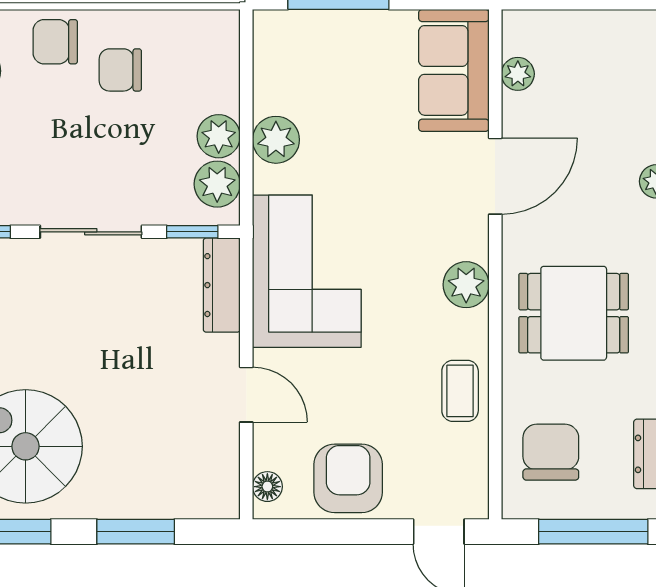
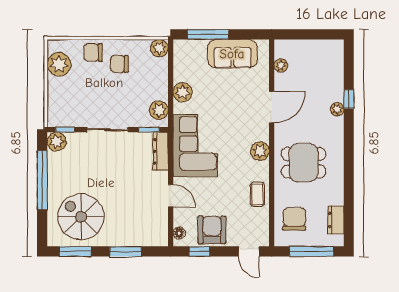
sofa: (454, 70) -> (232, 54), moved, turned -90
plant: (219, 136) -> (159, 48), moved
window: (317, 532) -> (199, 251), added

